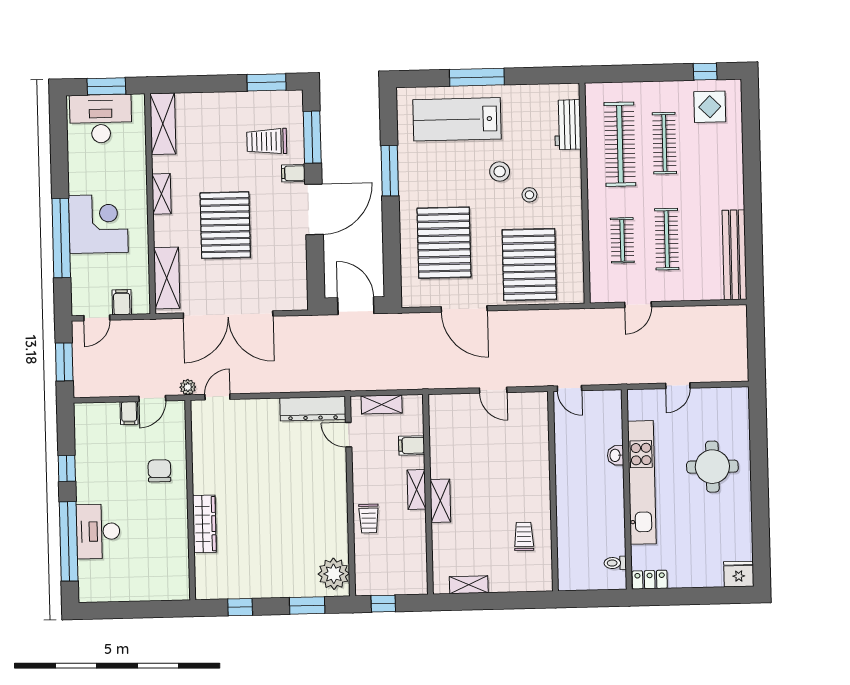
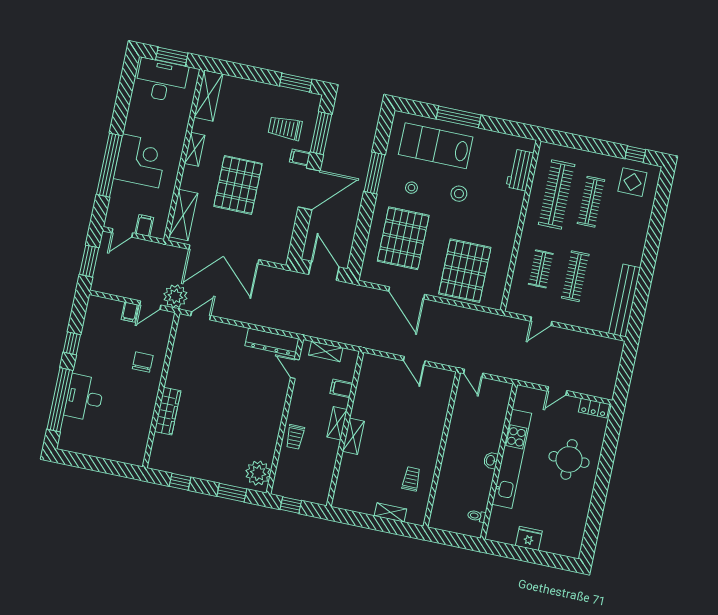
stool: (529, 195) -> (411, 188), moved
plant: (188, 387) -> (175, 296), width x1.87, depth x1.87
washbasin: (615, 455) -> (491, 460), moved
fridge: (739, 574) -> (529, 538), moved
locker: (650, 580) -> (594, 408), moved, turned 180
shelving: (469, 585) -> (390, 512), moved

